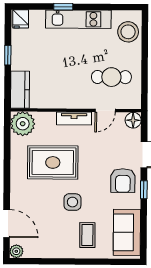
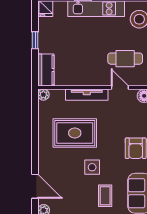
door: (105, 111) -> (120, 88), swing flipped
tv unit: (74, 118) -> (87, 95), width x1.41
plant: (23, 124) -> (43, 95), width x0.53, depth x0.53

